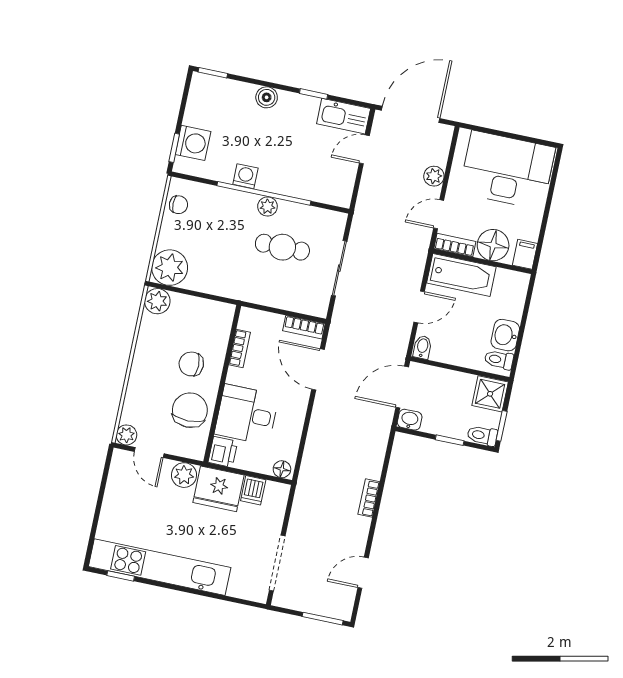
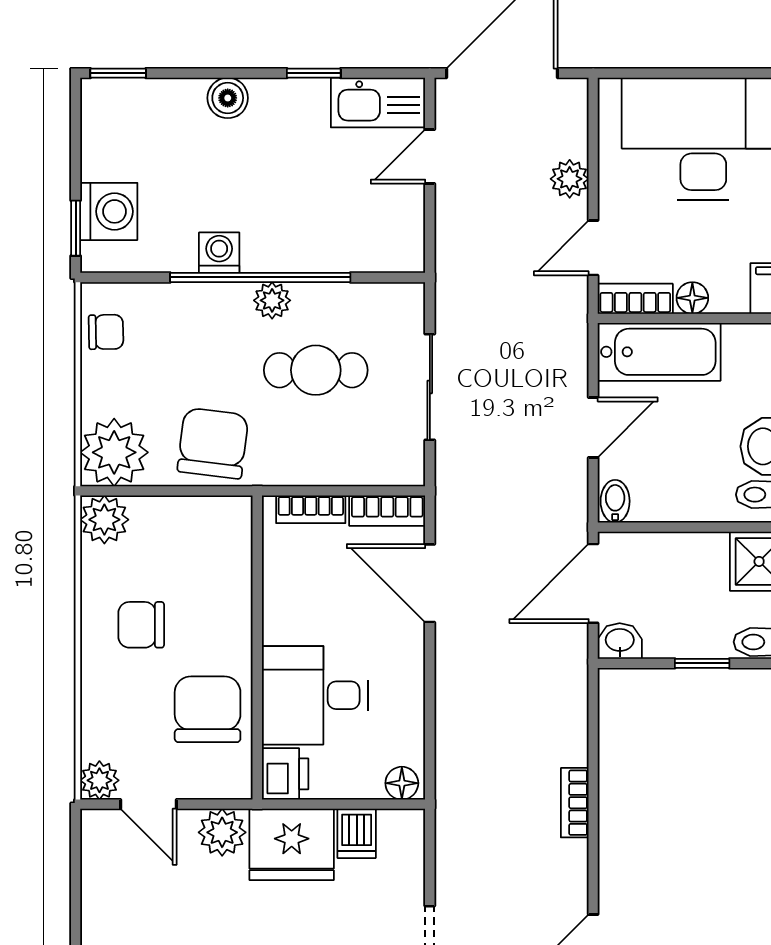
floor lamp: (493, 245) -> (692, 298), width x0.53, depth x0.53
chair: (221, 274) -> (213, 443), added
bookcase: (240, 348) -> (311, 509), moved, turned 90
chair: (191, 364) -> (141, 625), moved

